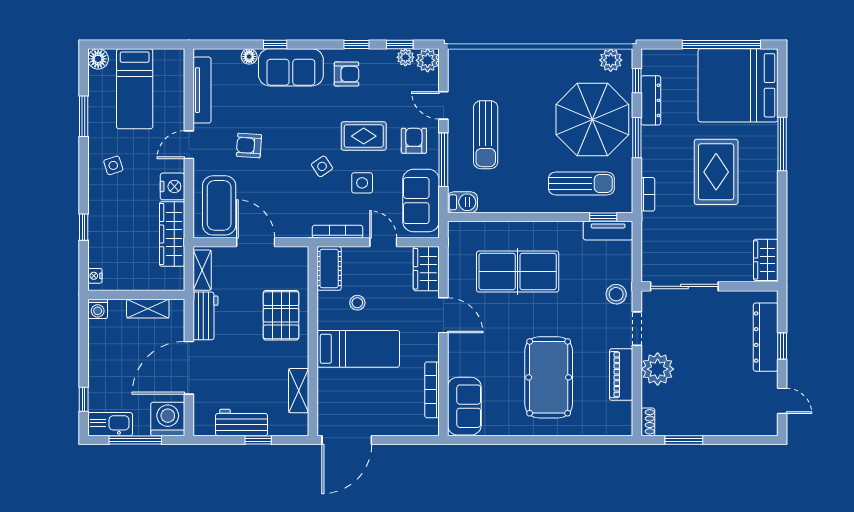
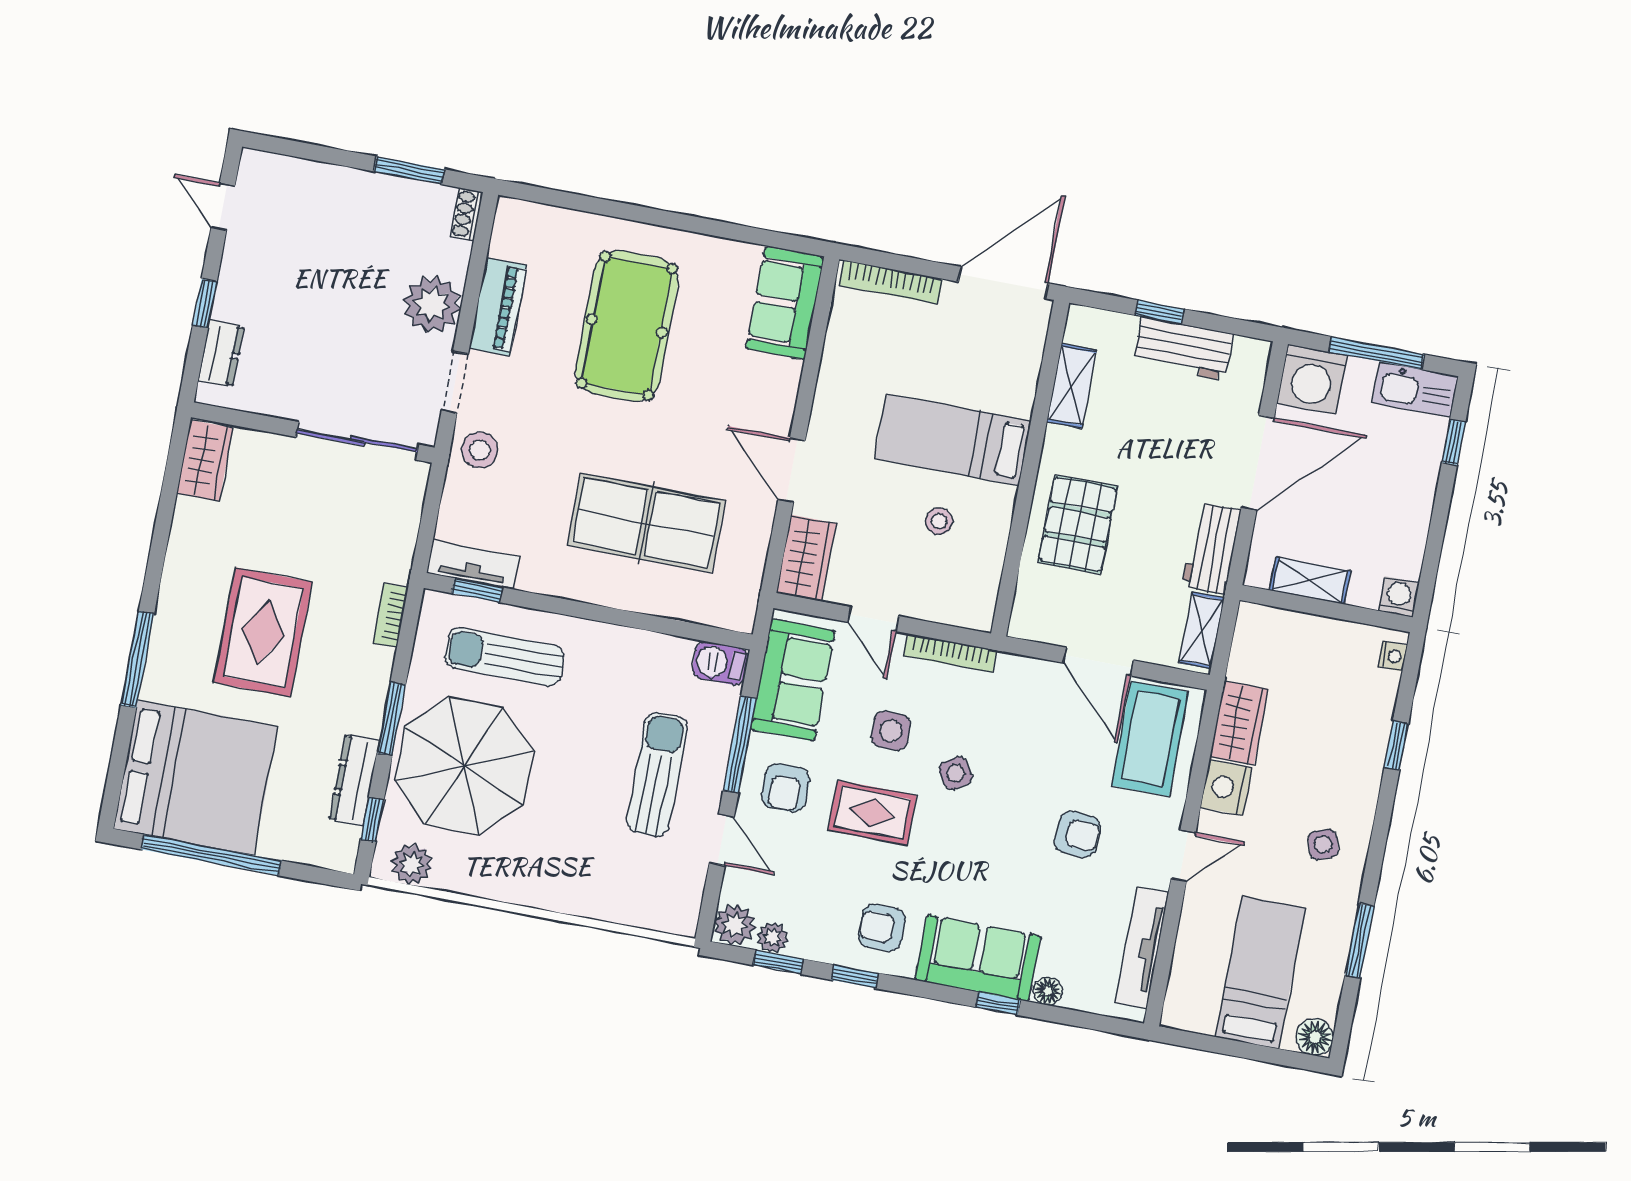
wardrobe: (172, 234) -> (1239, 723), width x0.67
cot: (329, 268) -> (977, 591), removed
dresser: (766, 337) -> (221, 353), width x0.51, depth x0.80
bookcase: (432, 390) -> (891, 282), moved, turned 90

